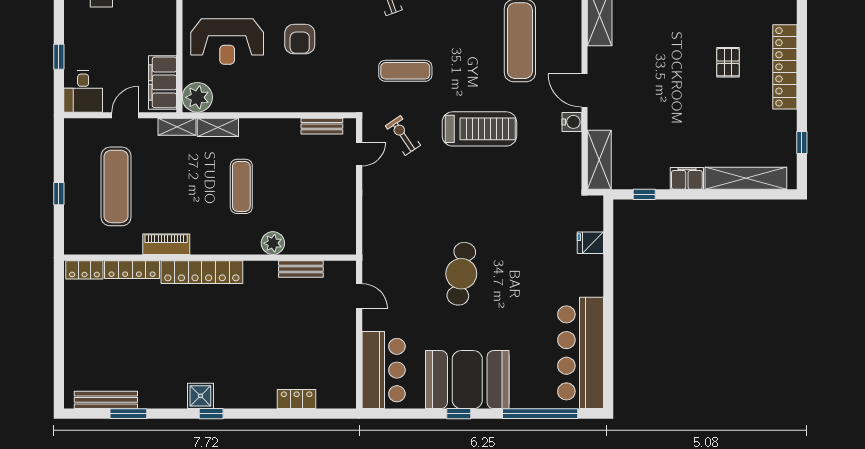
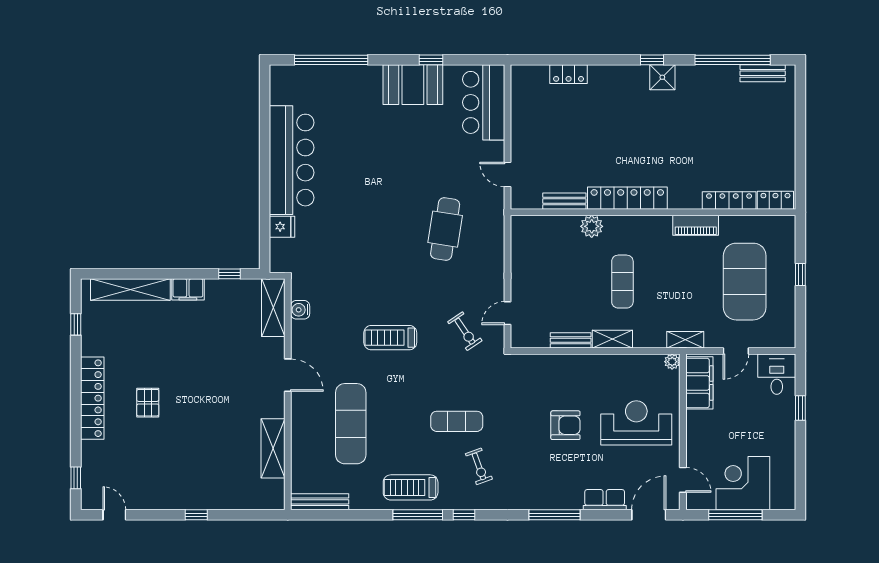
armchair: (300, 39) -> (565, 425), turned 90
exercise mat: (405, 71) -> (457, 421), moved
plant: (197, 97) -> (672, 362), width x0.53, depth x0.53
water cooler: (572, 122) -> (300, 310), moved
bench: (322, 126) -> (571, 340), moved
shelving: (218, 127) -> (612, 339), moved
treadmill: (479, 129) -> (390, 338), width x0.73, depth x0.73
exercise mat: (116, 186) -> (745, 282), width x1.47
locker: (202, 272) -> (627, 198), moved
cafe table: (461, 274) -> (445, 229), moved
bar counter: (581, 353) -> (292, 160), moved
booth: (467, 380) -> (413, 85), width x0.73, depth x0.70
bench: (106, 400) -> (763, 73), width x0.73
window: (128, 414) -> (733, 60), width x2.11
window: (459, 414) -> (431, 60), moved

